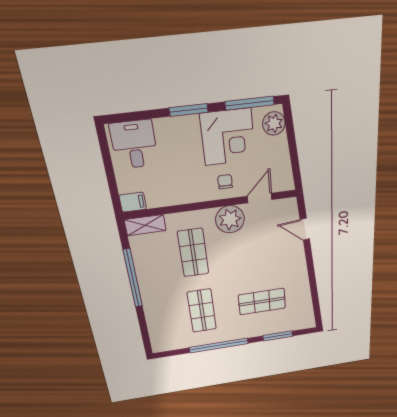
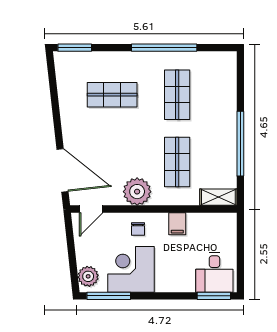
window: (189, 110) -> (214, 296), moved
door: (260, 198) -> (91, 209), moved
filing cabinet: (133, 202) -> (177, 224), moved, turned -90
door: (305, 229) -> (62, 170), width x1.88
window: (278, 336) -> (75, 48), moved

